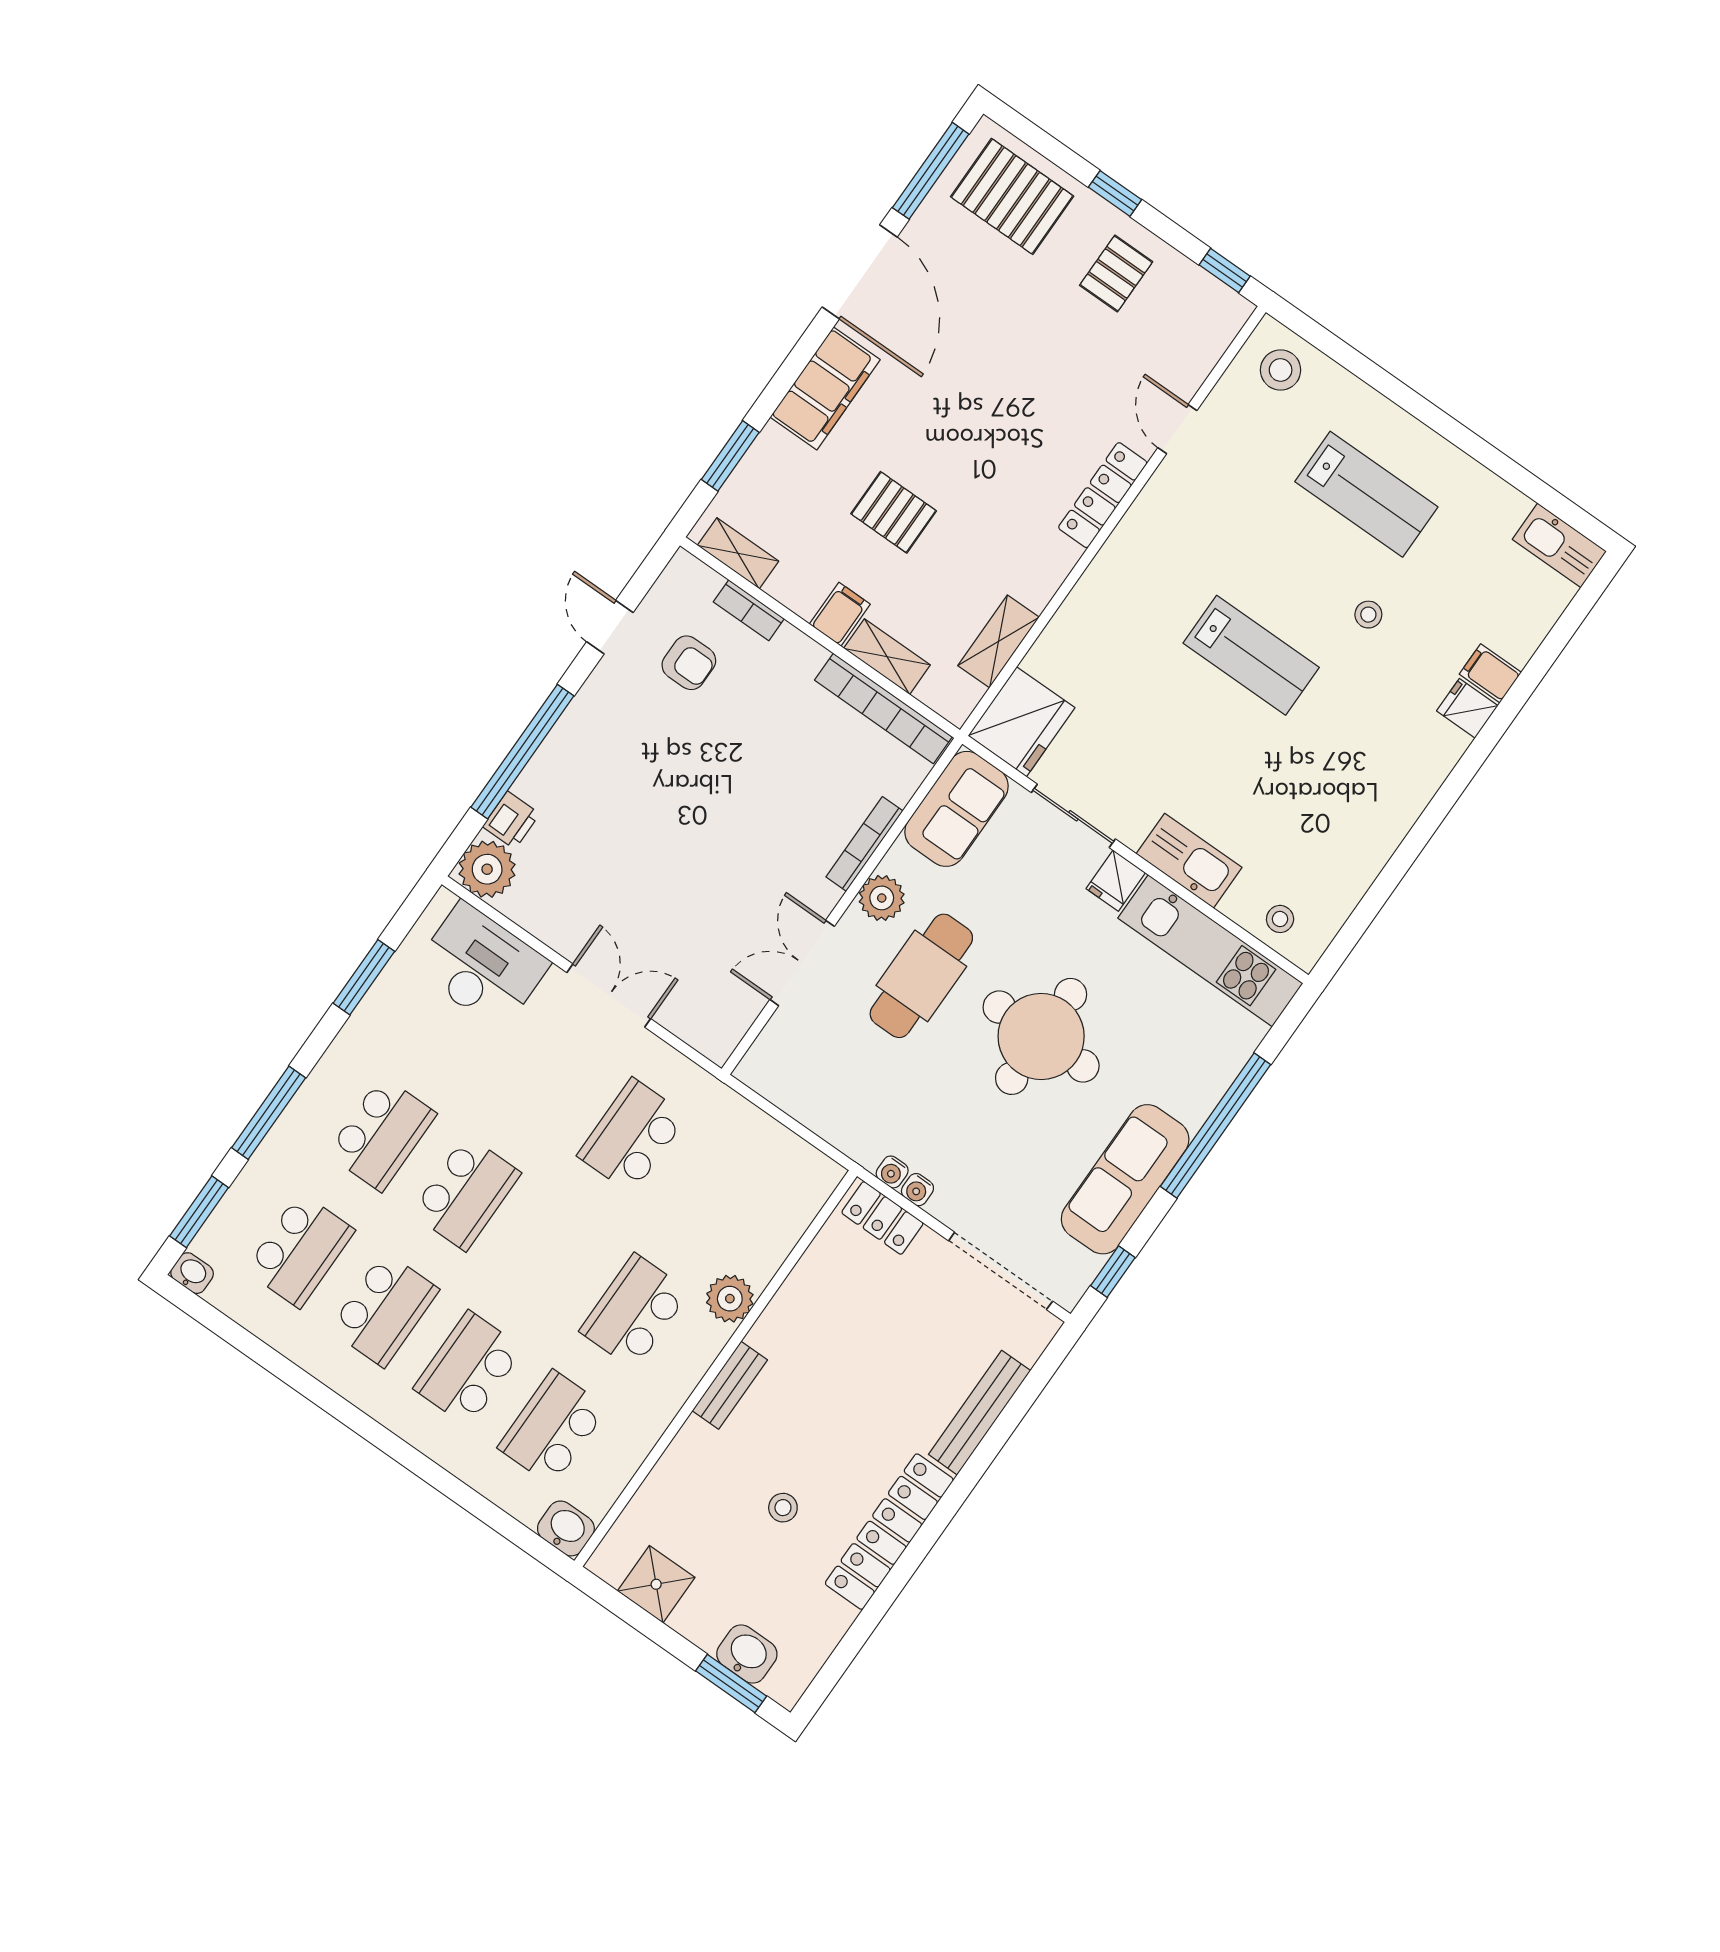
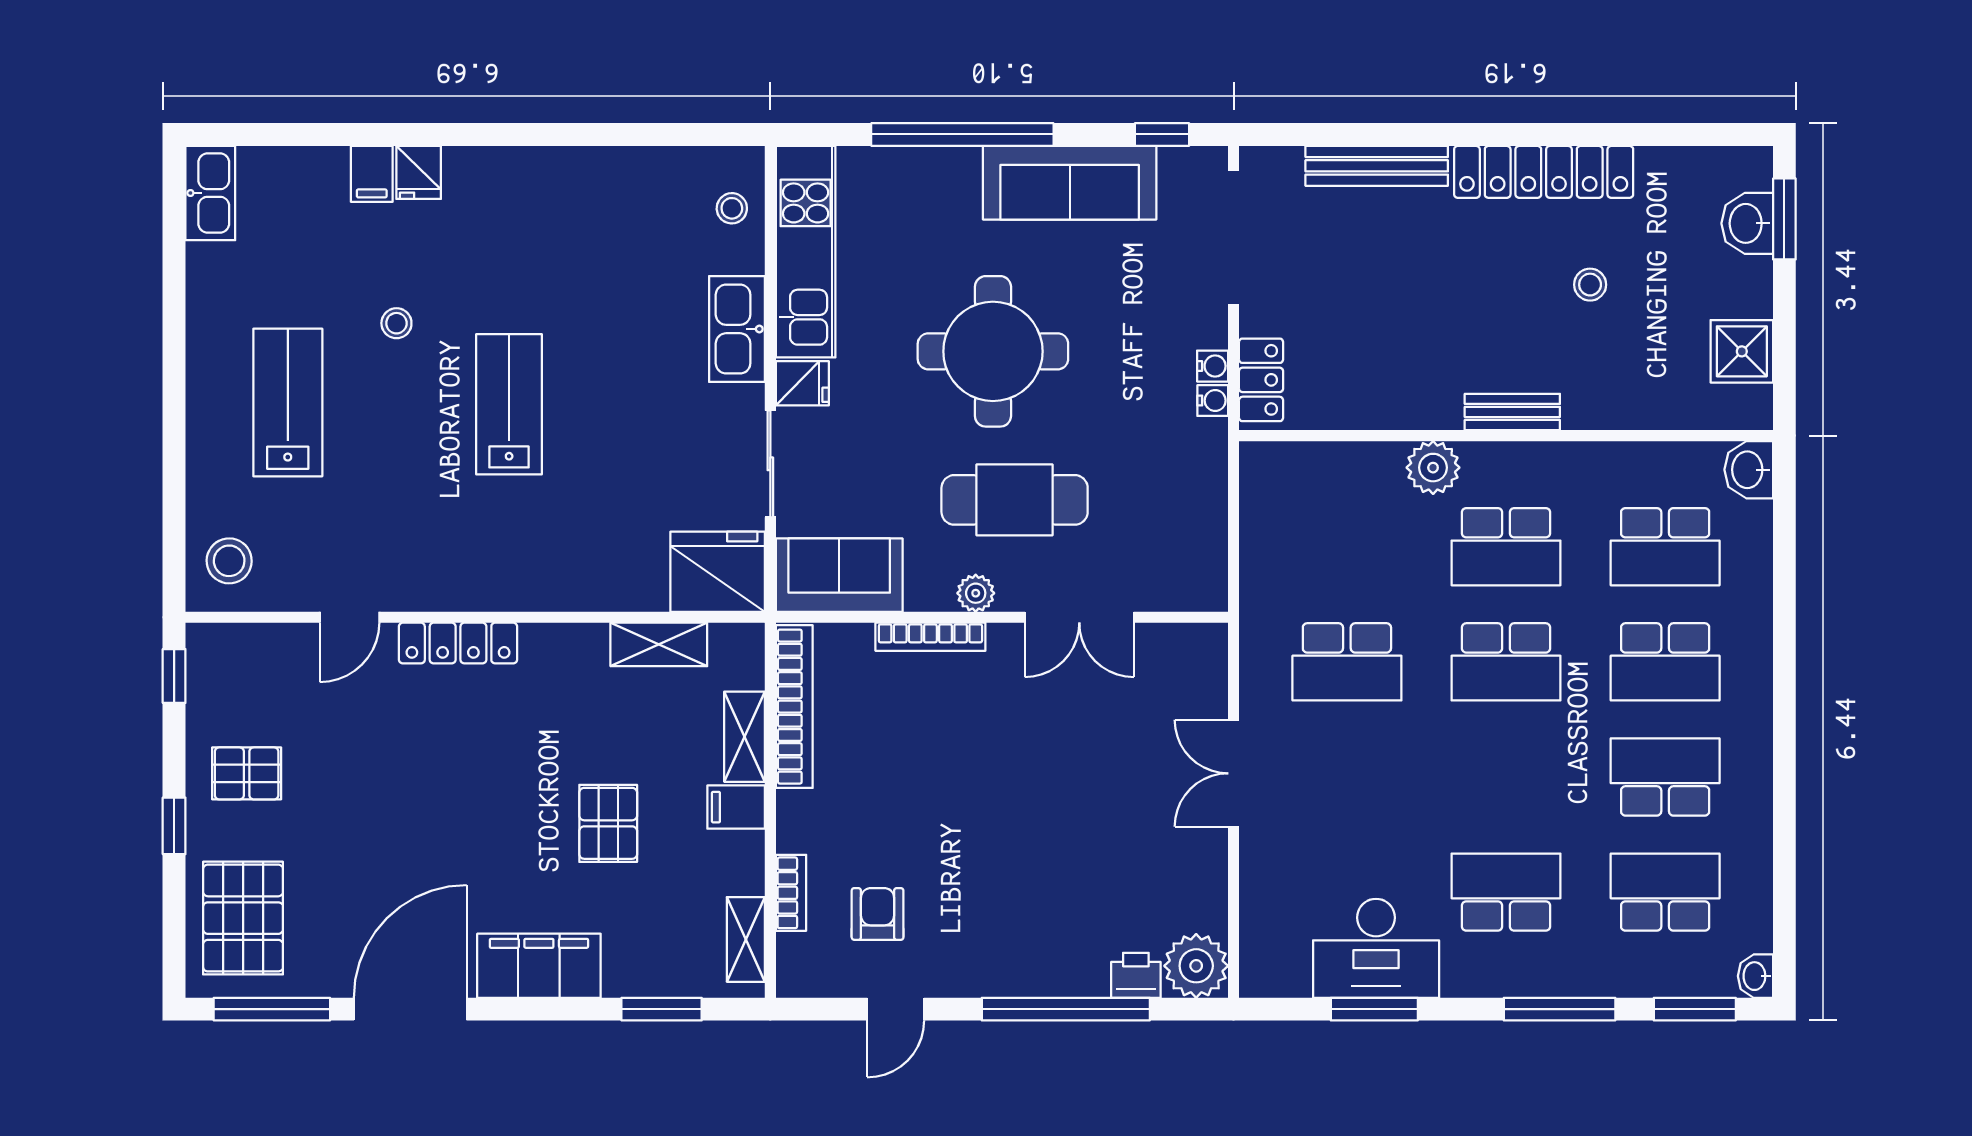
plant: (882, 898) -> (976, 593), width x0.73, depth x0.73
desk: (481, 966) -> (1376, 948), moved, turned -90
school desk: (466, 1193) -> (1506, 662), moved, turned 180

